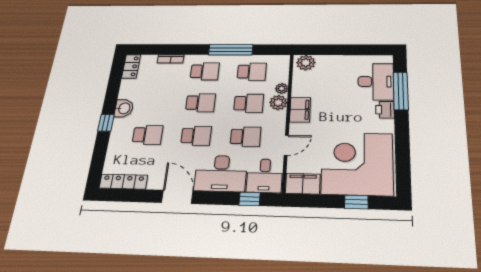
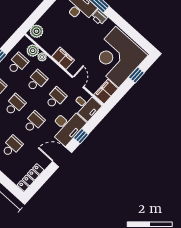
plant: (278, 103) -> (33, 51), moved
window: (250, 199) -> (81, 136), moved

